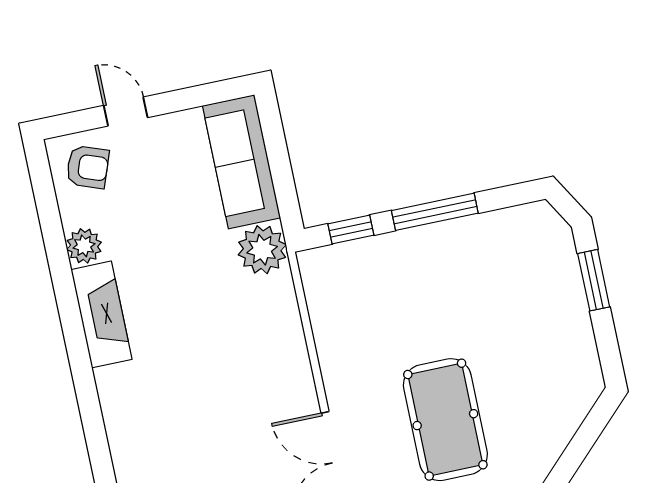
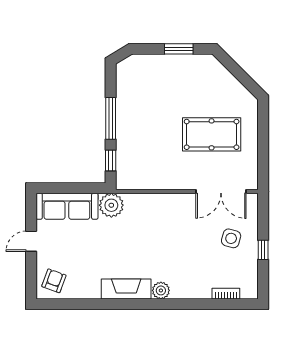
door: (126, 111) -> (31, 241), moved
plant: (84, 246) -> (161, 290), moved
window: (594, 280) -> (179, 49), moved

